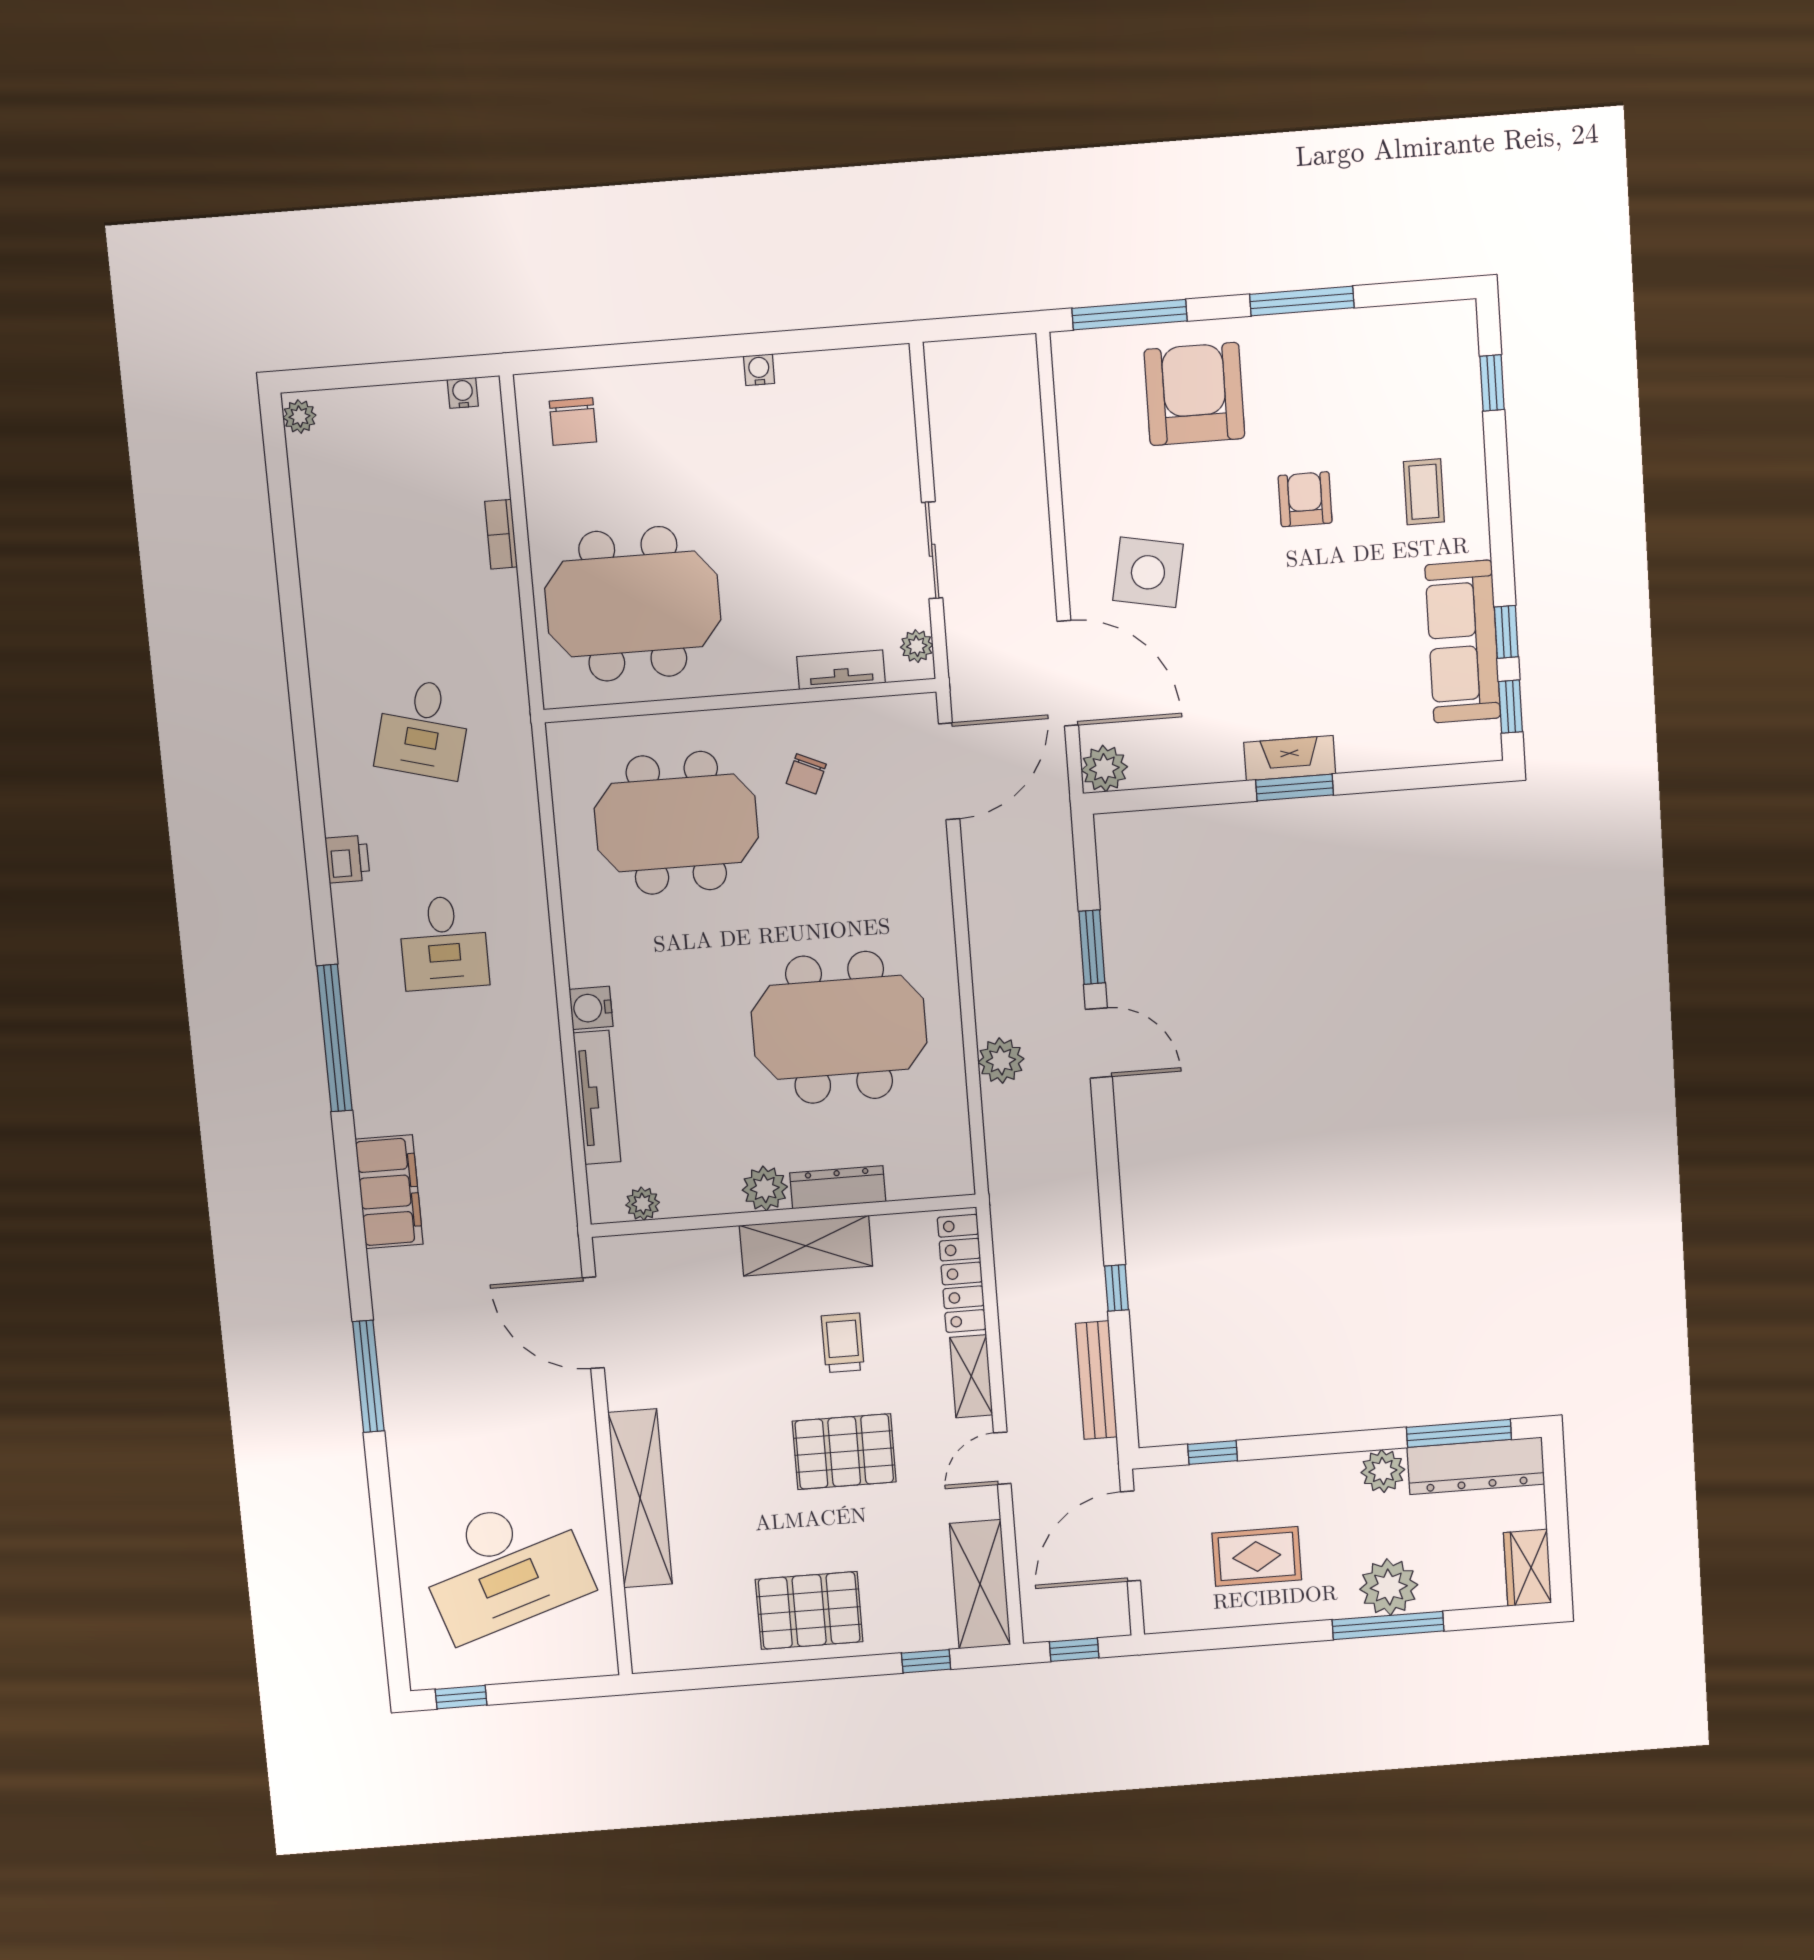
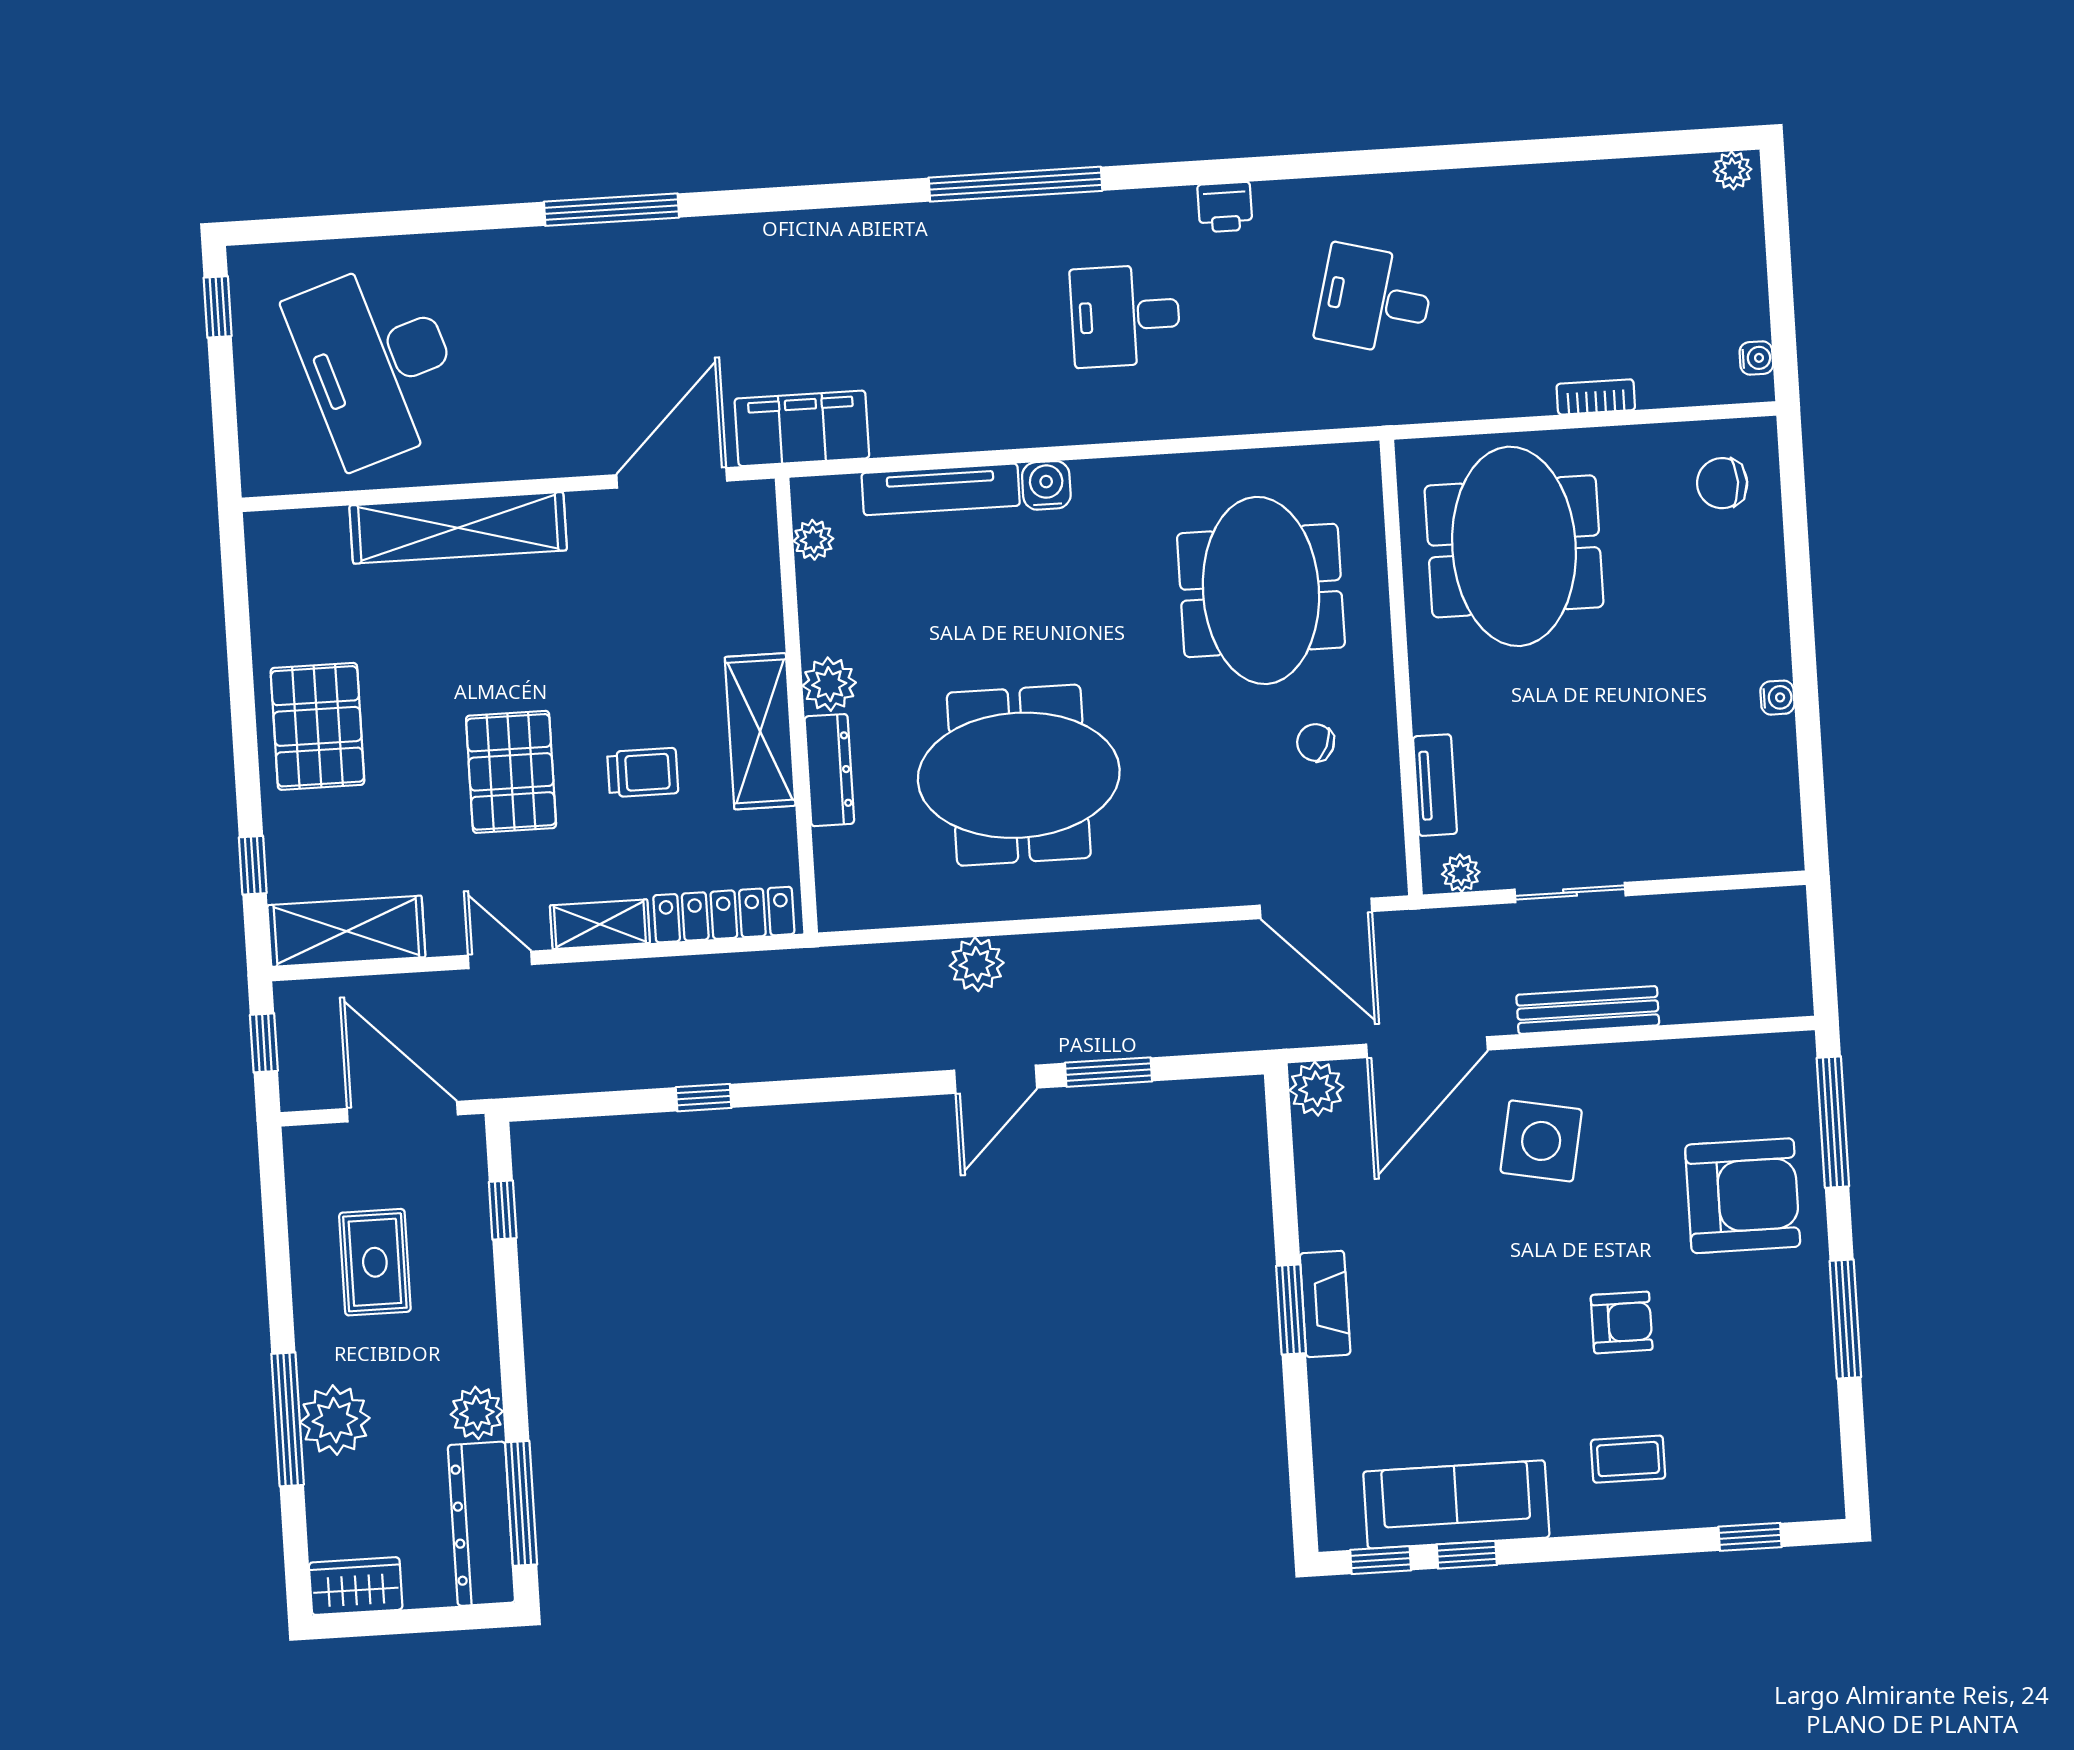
meeting table: (839, 1027) -> (1019, 775), turned 90
filing cabinet: (389, 1192) -> (802, 428), moved, turned 180
bench: (1096, 1380) -> (1588, 1010), moved

